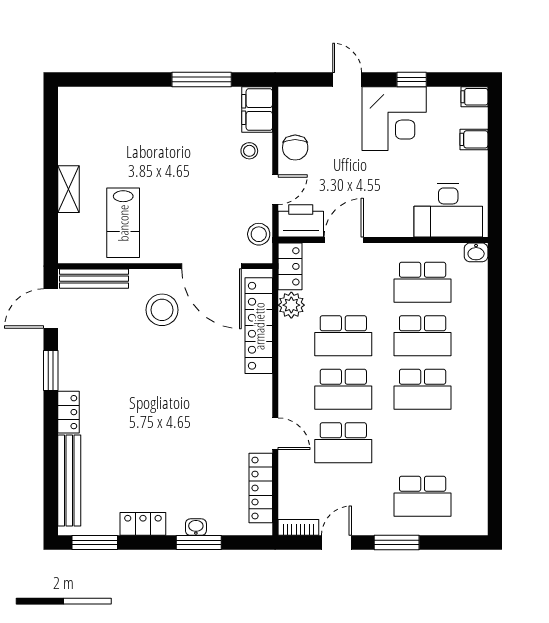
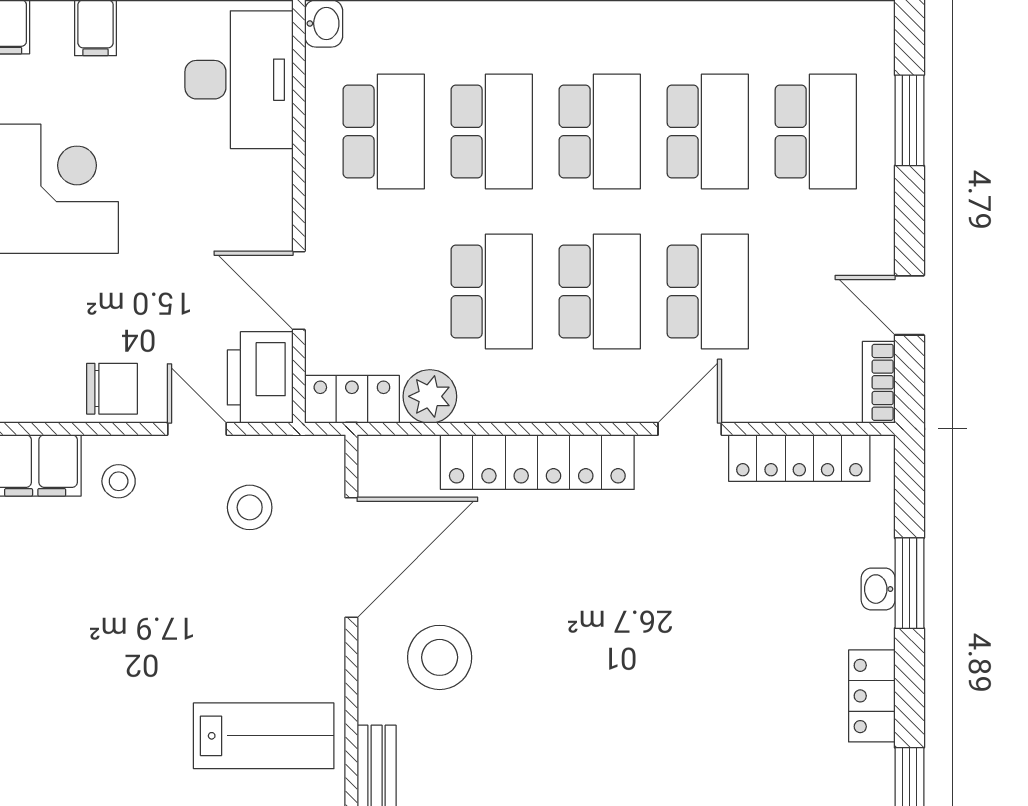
stool: (259, 234) -> (250, 507), moved
locker: (259, 326) -> (537, 462), moved
school desk: (423, 443) -> (708, 132), added
window: (397, 543) -> (909, 120), moved

